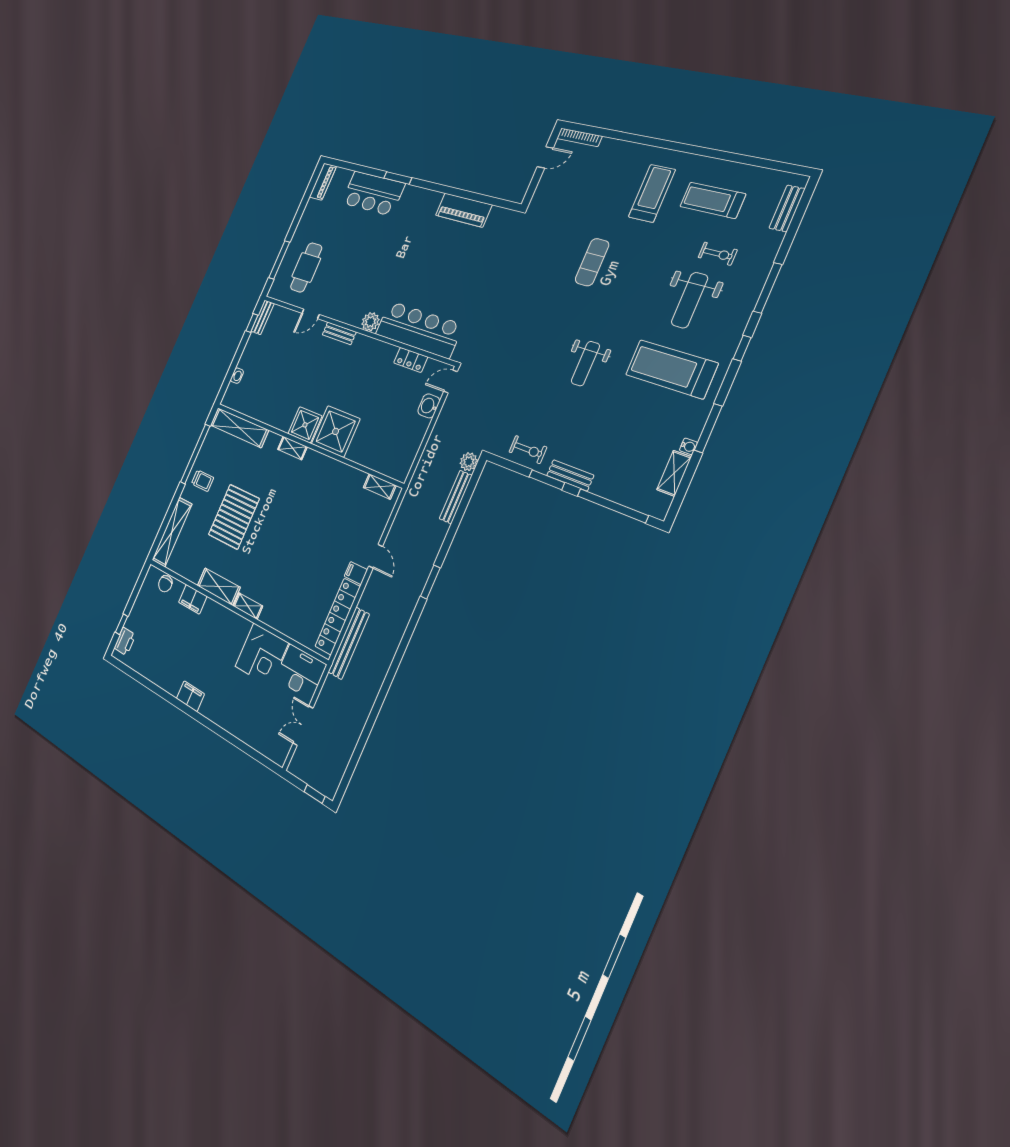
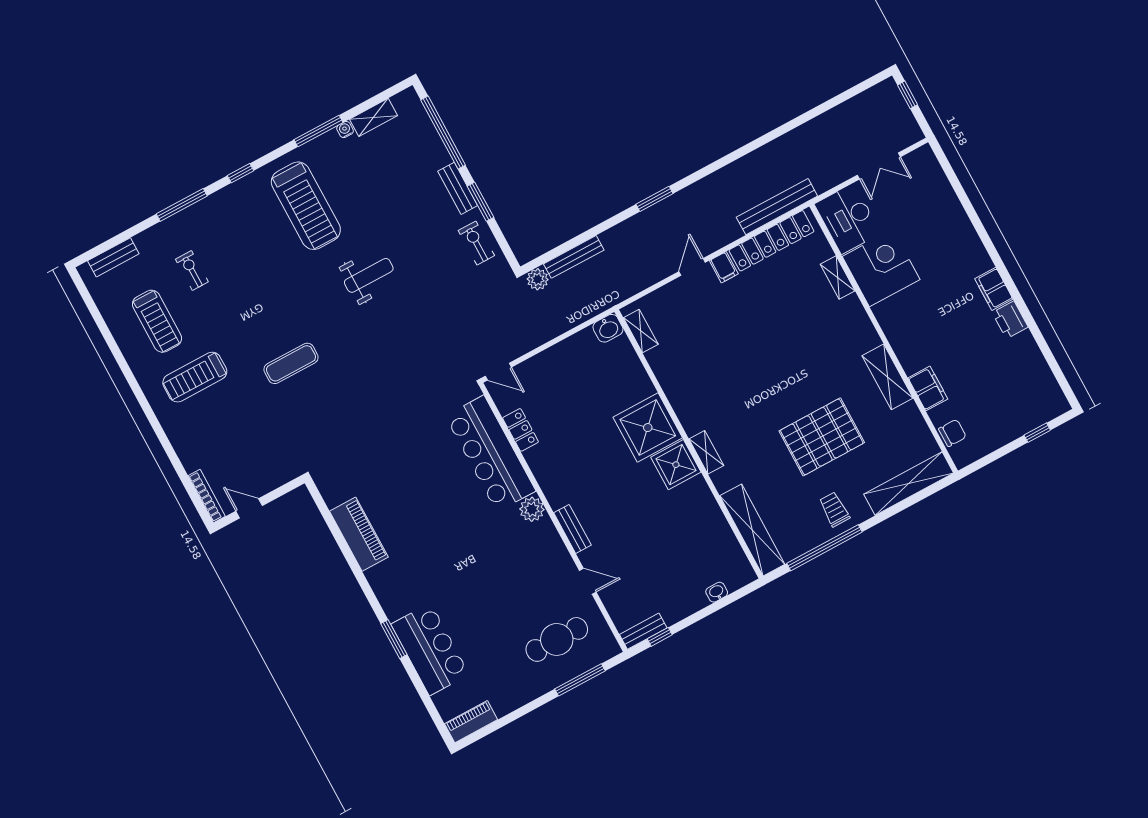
weight bench: (690, 300) -> (245, 251), removed
washbasin: (429, 406) -> (608, 328), moved
shelving: (248, 606) -> (838, 278), moved
printer: (125, 641) -> (1010, 320), moved, turned -90

